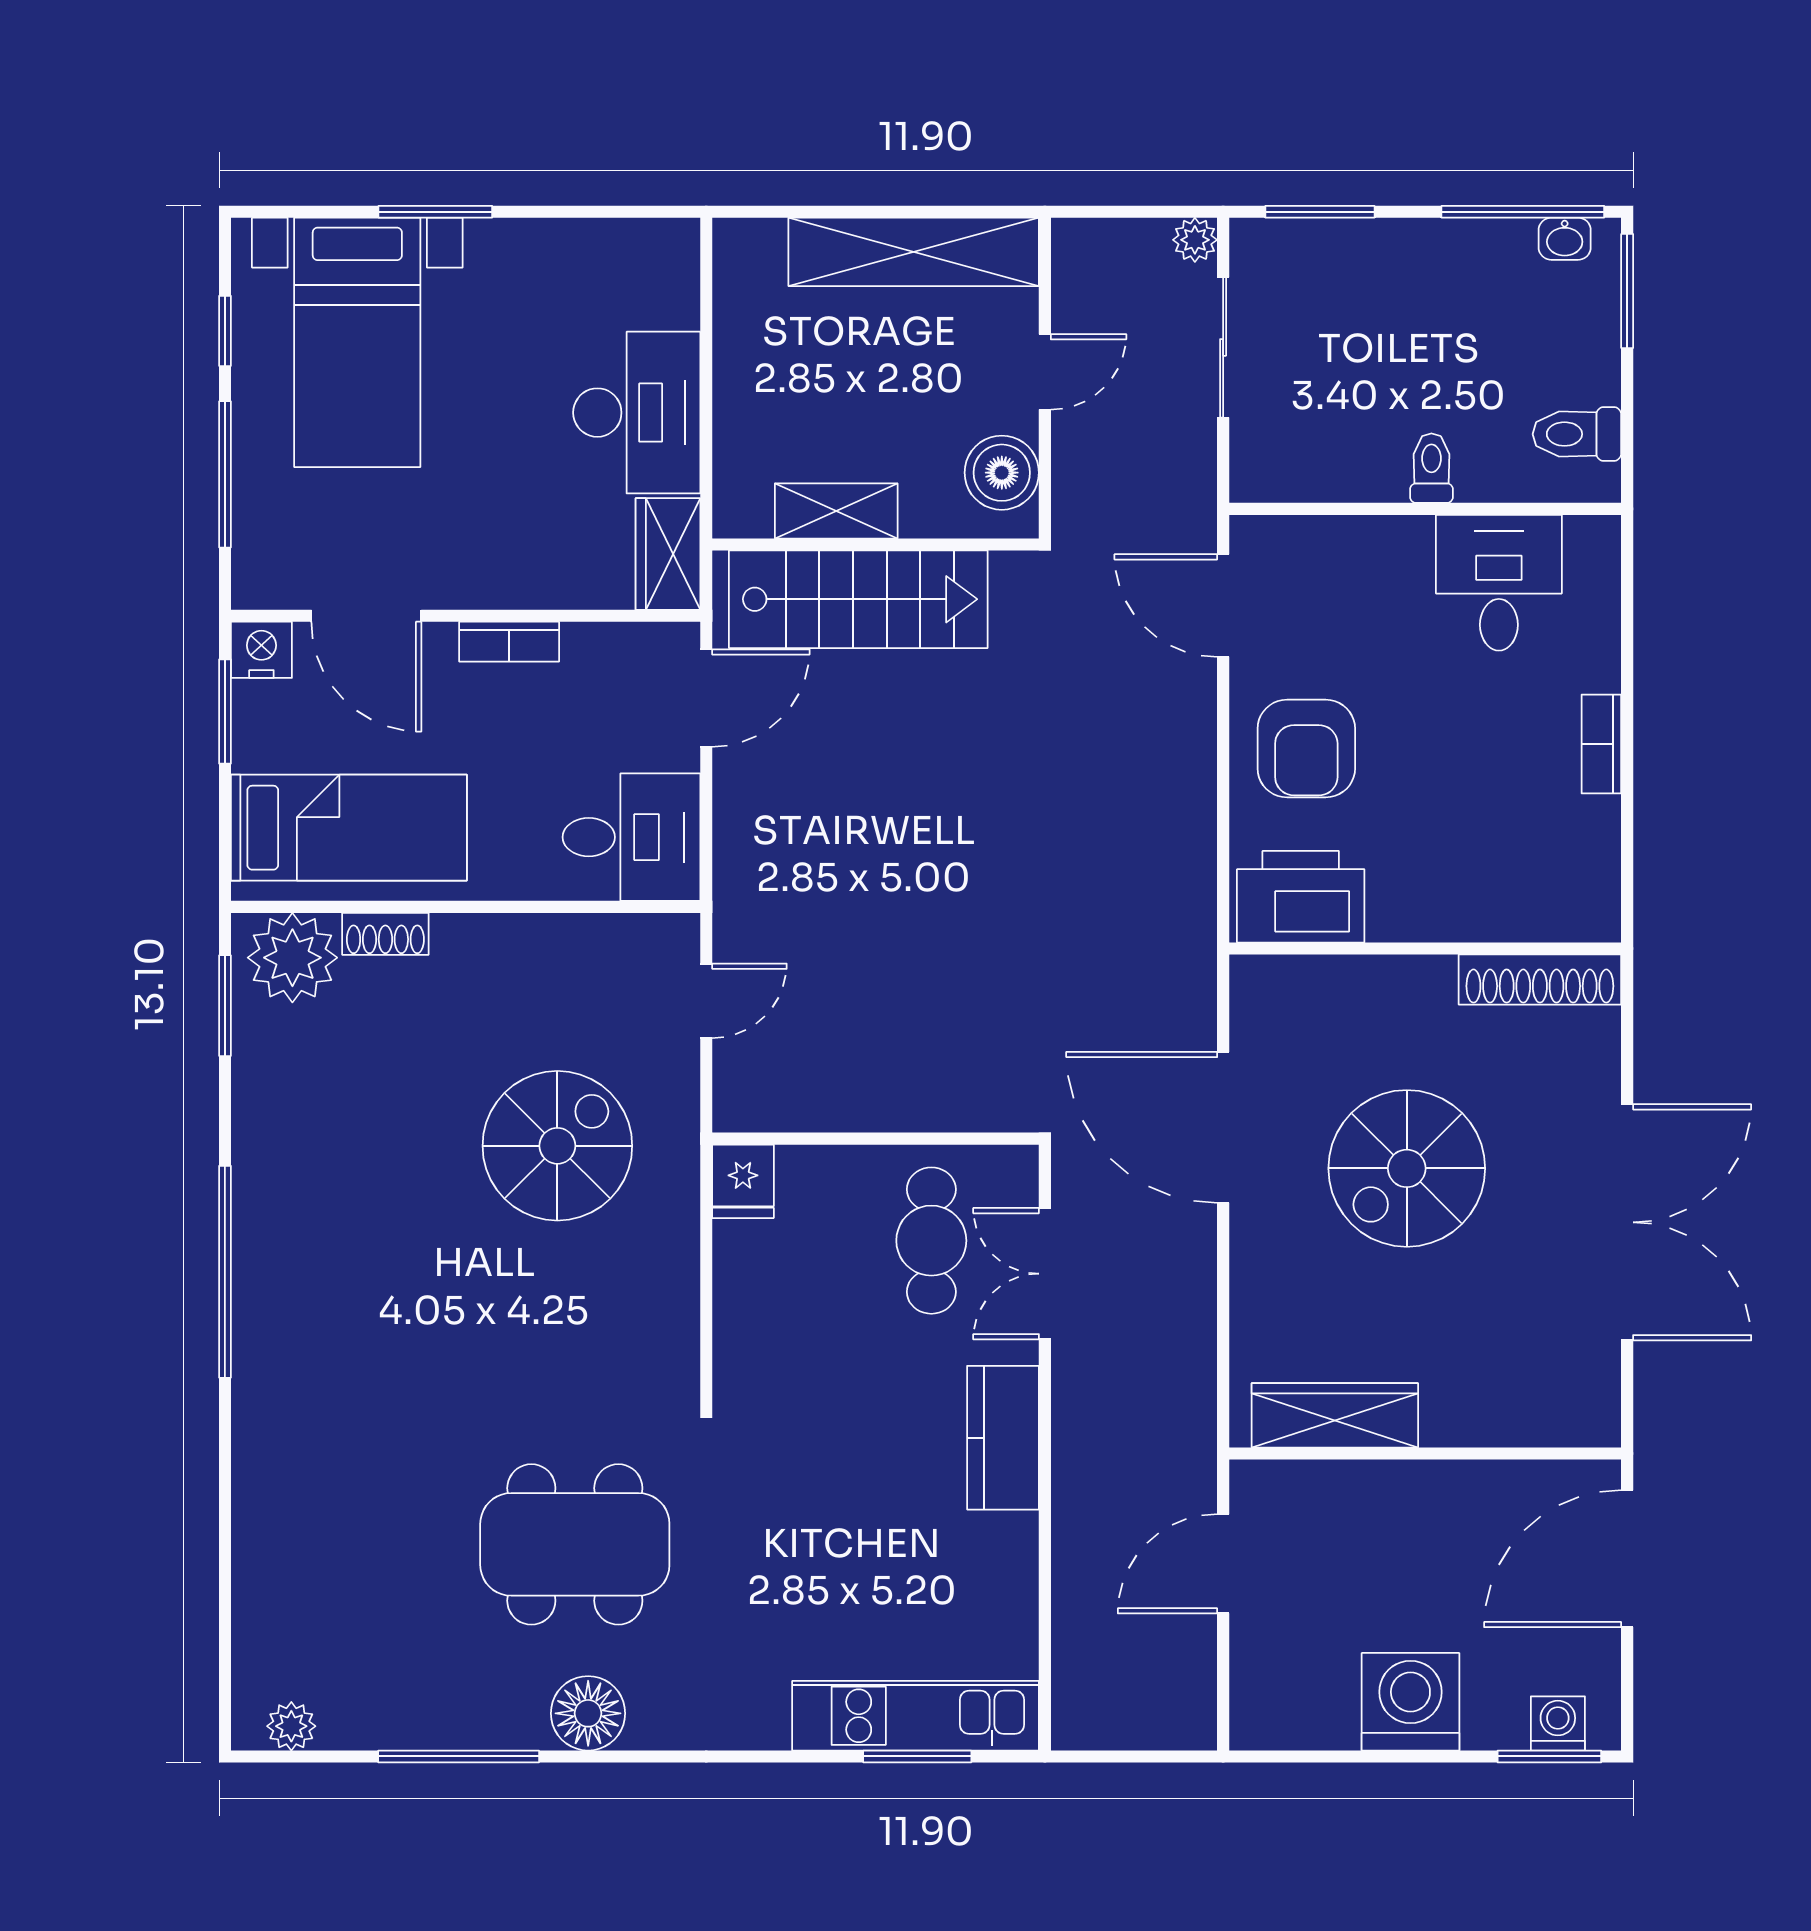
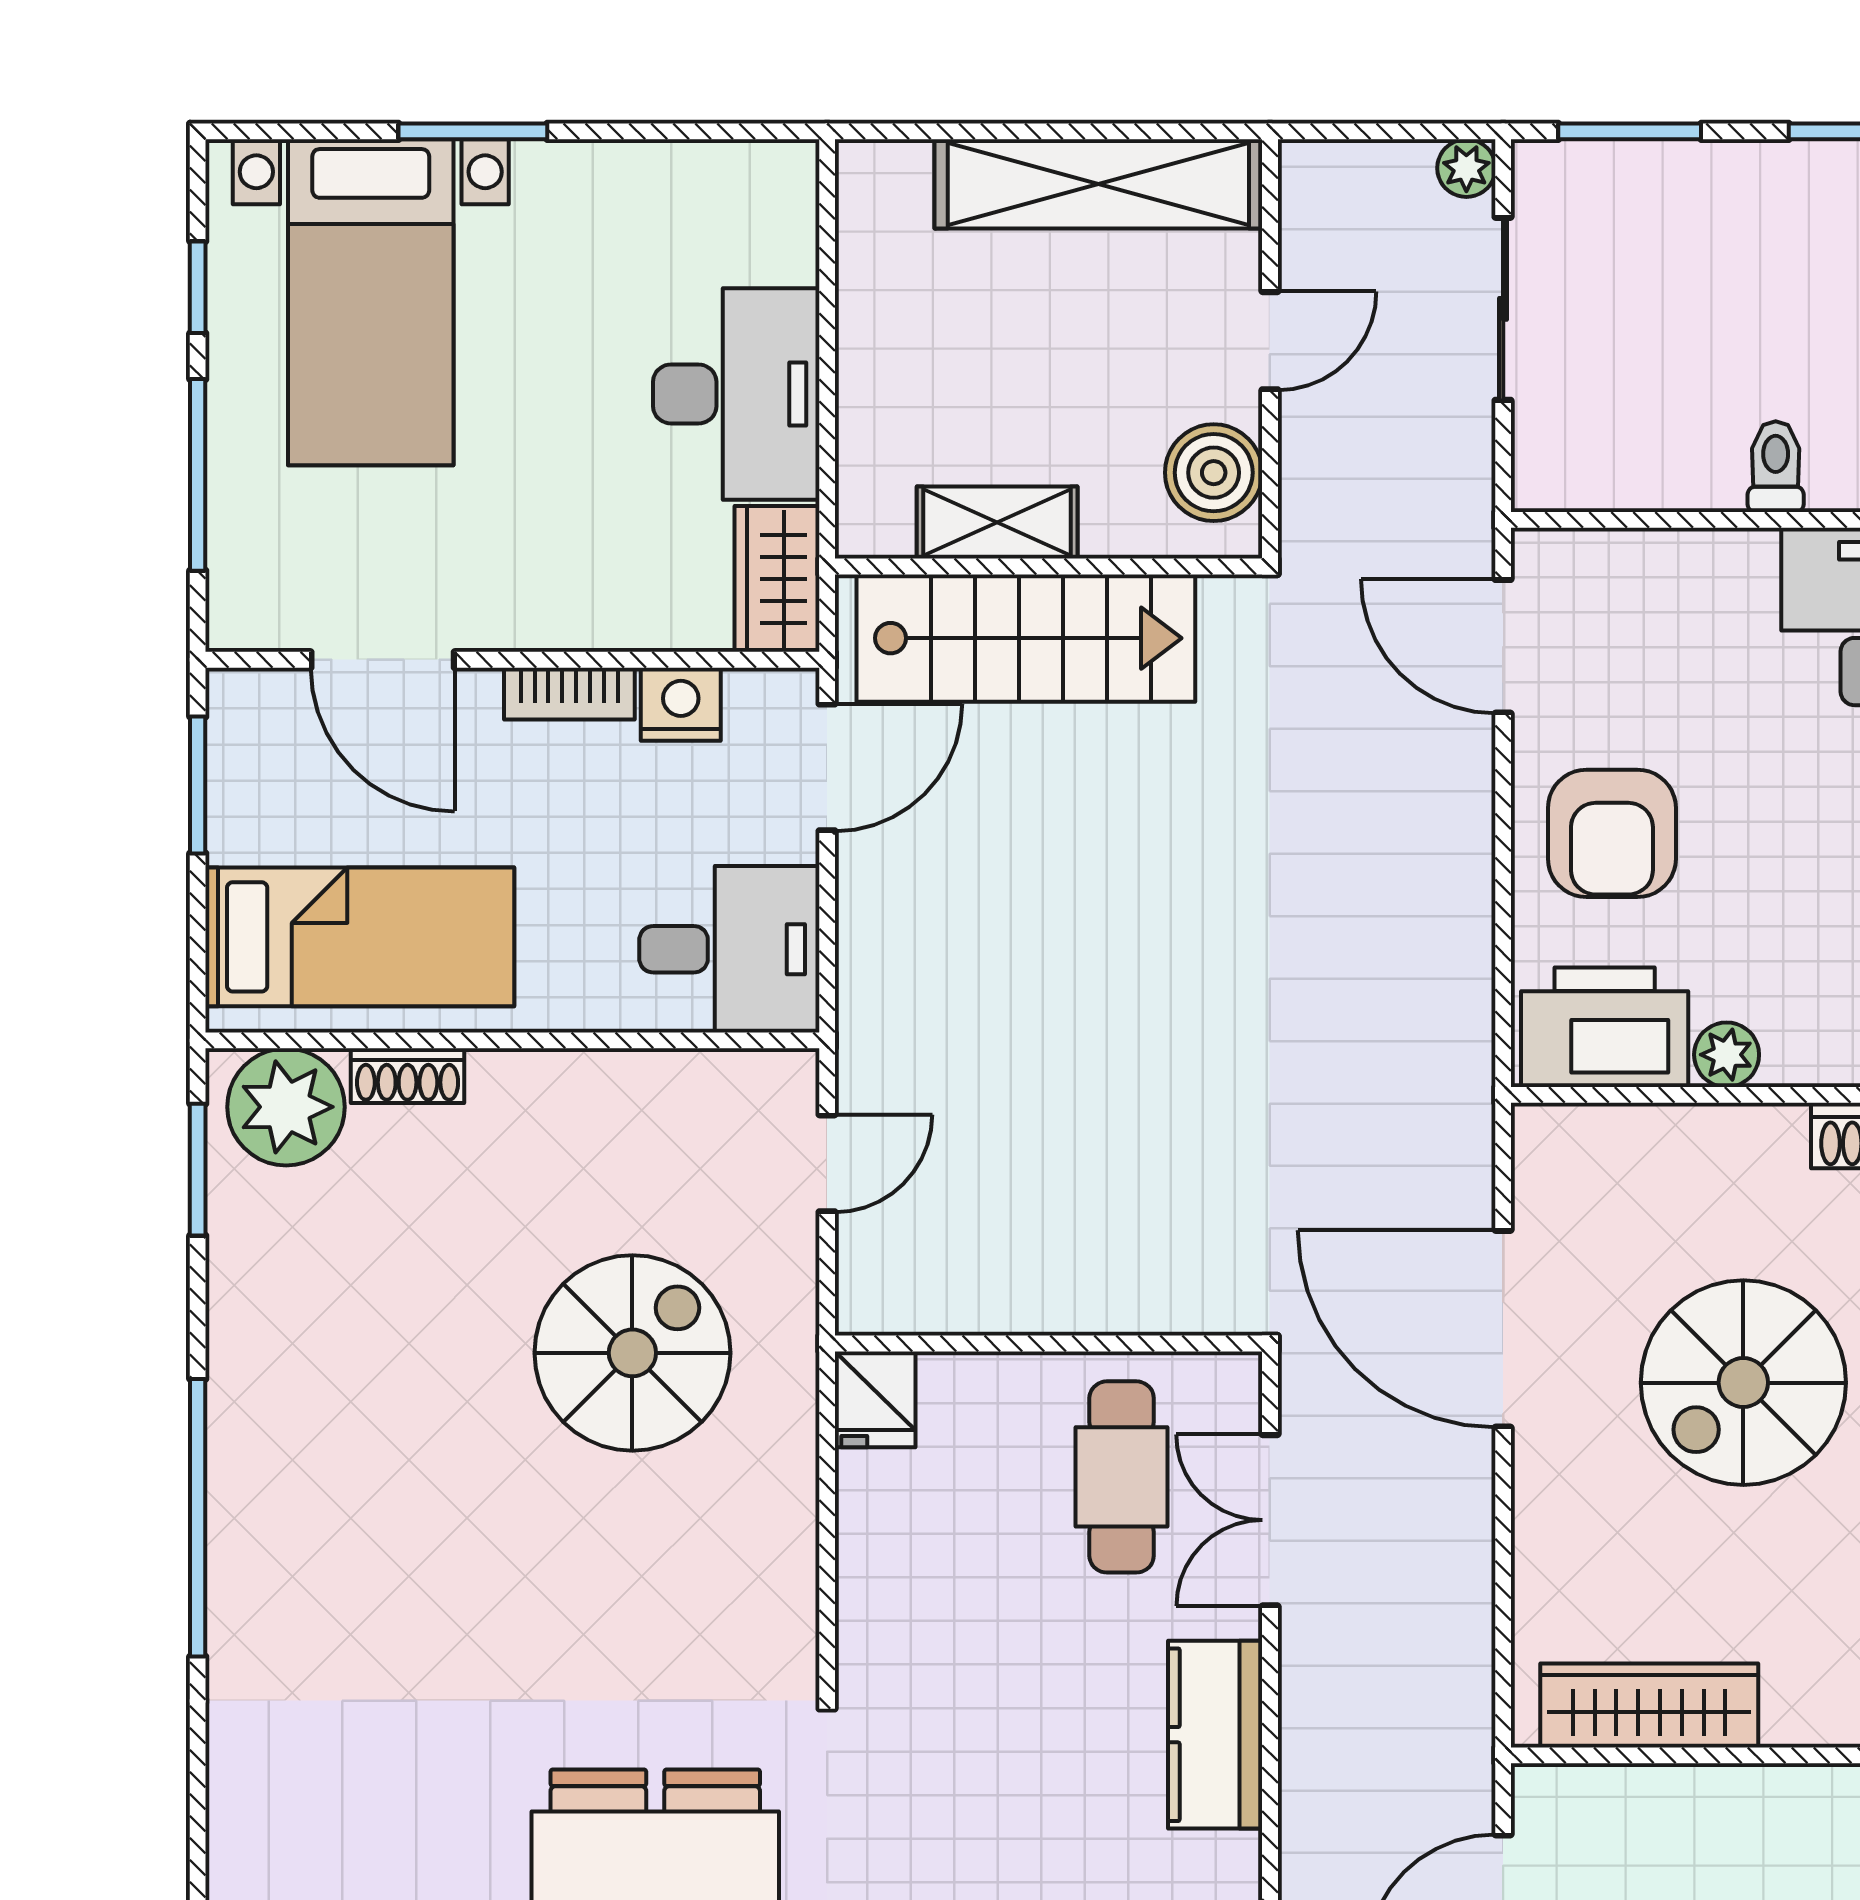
nightstand: (261, 650) -> (681, 704), moved
plant: (1394, 918) -> (1727, 1055), added

